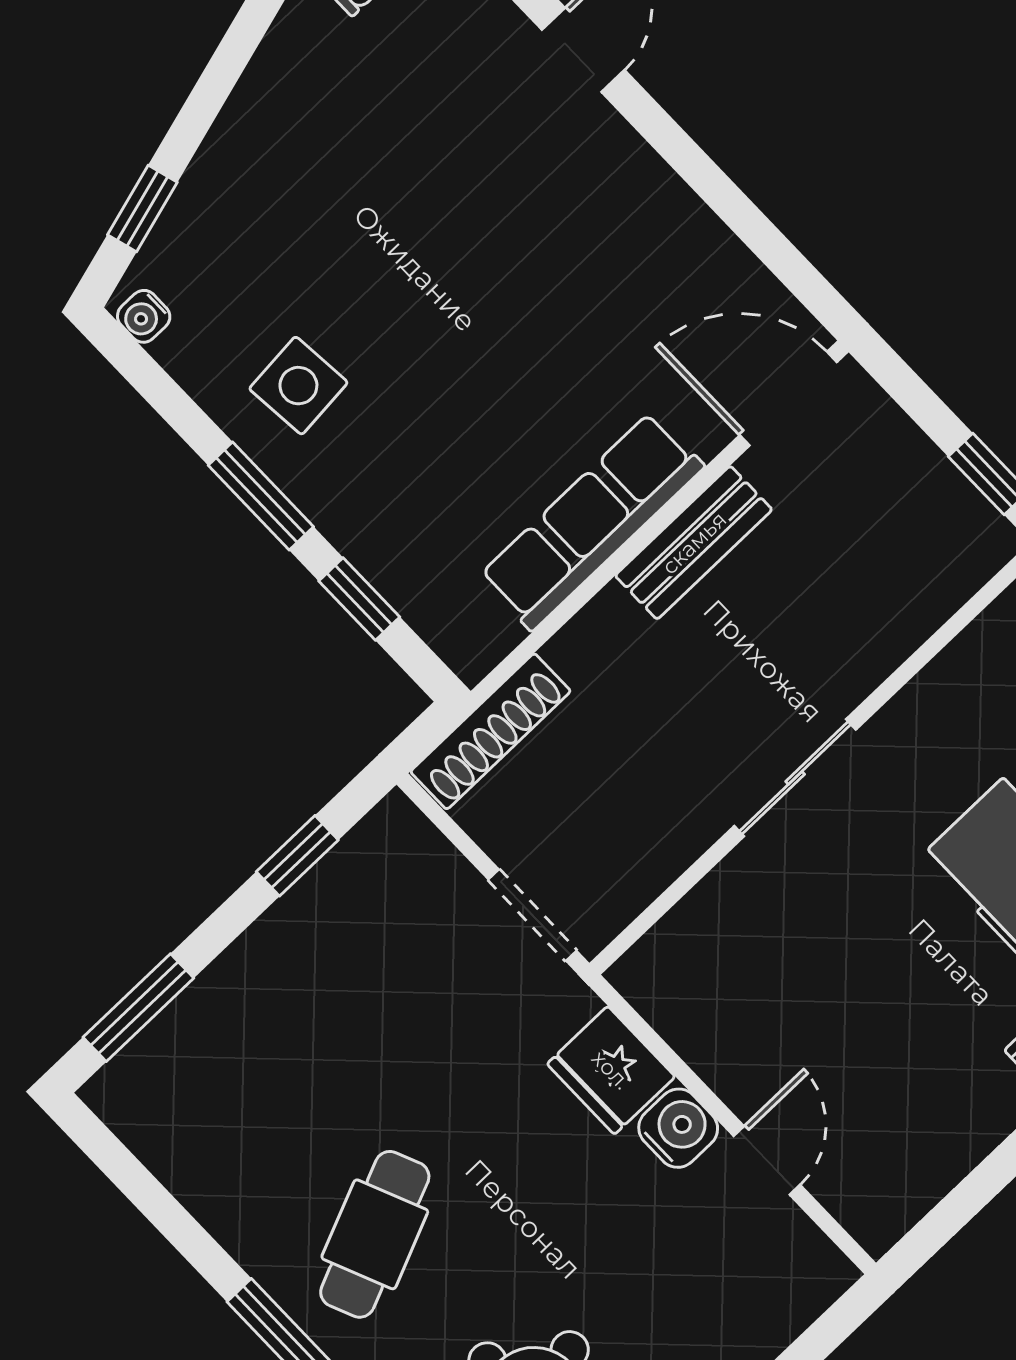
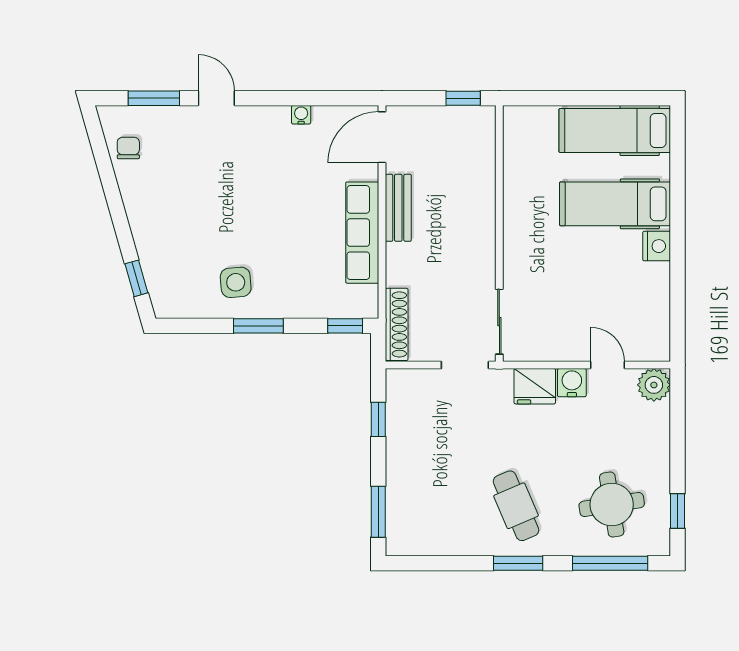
water cooler: (144, 316) -> (301, 115), moved, turned 180
window: (359, 599) -> (345, 326), moved
sliding door: (795, 778) -> (499, 322), moved
plant: (809, 1273) -> (654, 385), added

